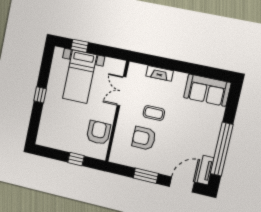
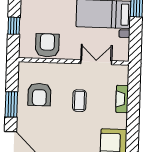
armchair: (98, 133) -> (47, 45), turned -90
armchair: (144, 138) -> (39, 95), moved, turned 180

